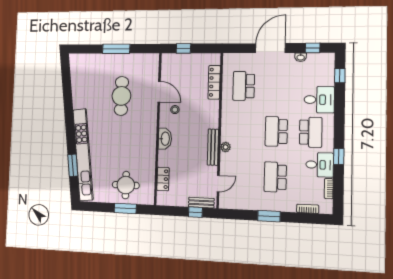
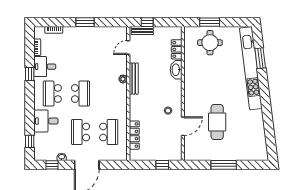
door: (159, 92) -> (183, 126), swing flipped
washbasin: (165, 139) -> (176, 70), moved
school desk: (275, 177) -> (81, 132), moved, turned 180

